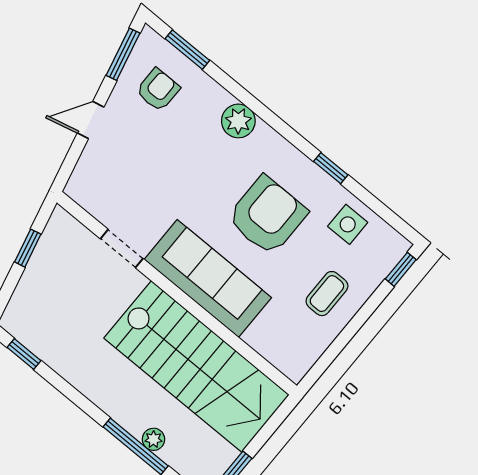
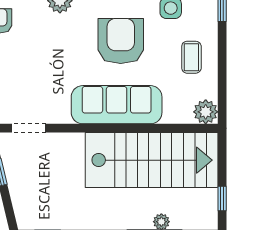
doorway: (122, 249) -> (29, 128), moved
plant: (295, 363) -> (206, 112), added

